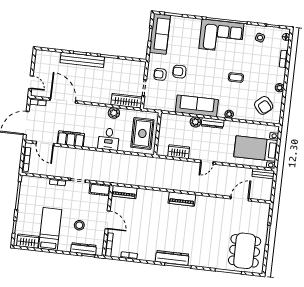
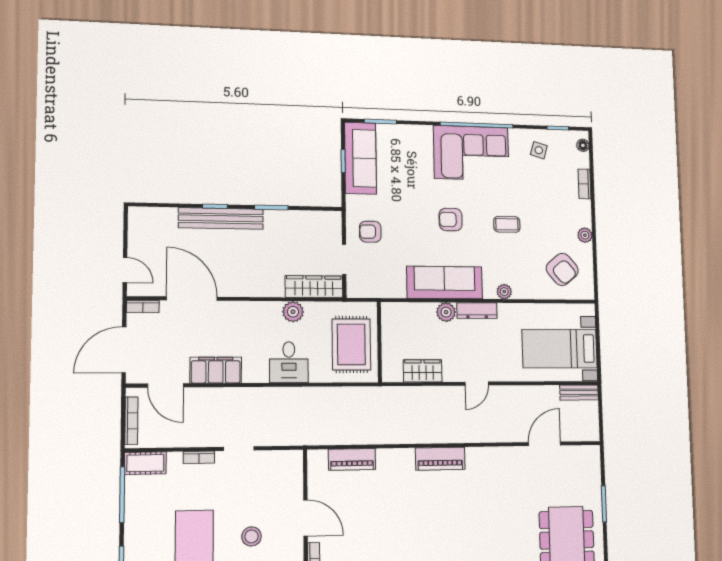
armchair: (179, 72) -> (451, 220), moved
cot: (100, 189) -> (145, 463), moved
piano: (124, 192) -> (352, 459), moved

